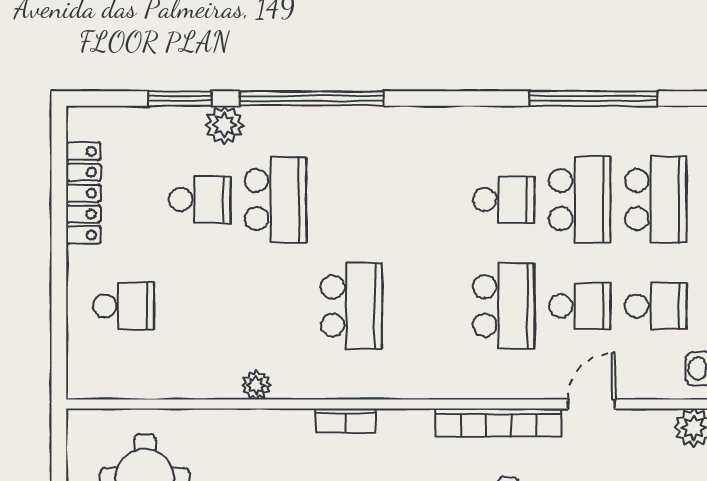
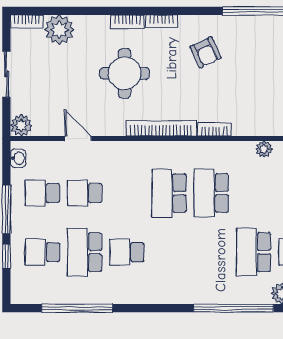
school desk: (656, 199) -> (42, 252), width x0.54
school desk: (504, 306) -> (169, 193), moved
door: (592, 404) -> (78, 139), swing flipped
bookcase: (498, 423) -> (161, 128), moved

